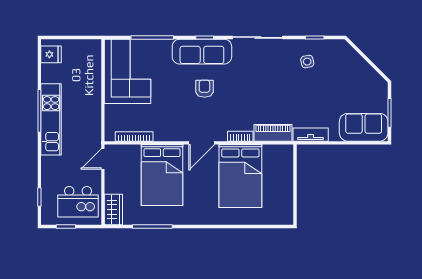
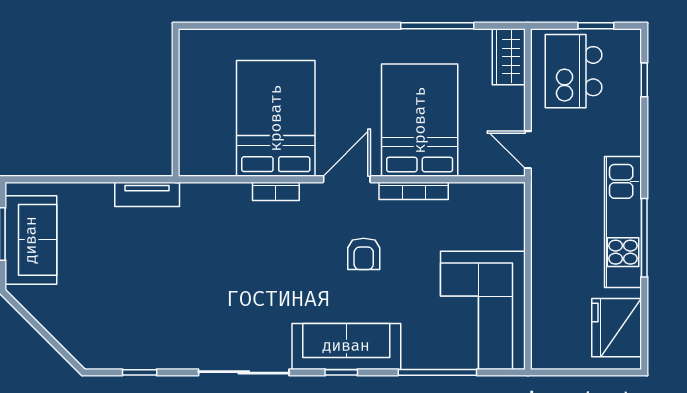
fridge: (51, 54) -> (617, 328), width x1.88, depth x1.34
side table: (307, 62) -> (153, 328), removed
armchair: (204, 89) -> (364, 254), moved
sofa: (364, 127) -> (31, 240), moved, turned -90
piano: (273, 133) -> (216, 197), removed
bookcase: (134, 136) -> (414, 191), moved
door: (103, 159) -> (528, 150), swing flipped
kitchen island: (78, 202) -> (574, 71), turned -90

